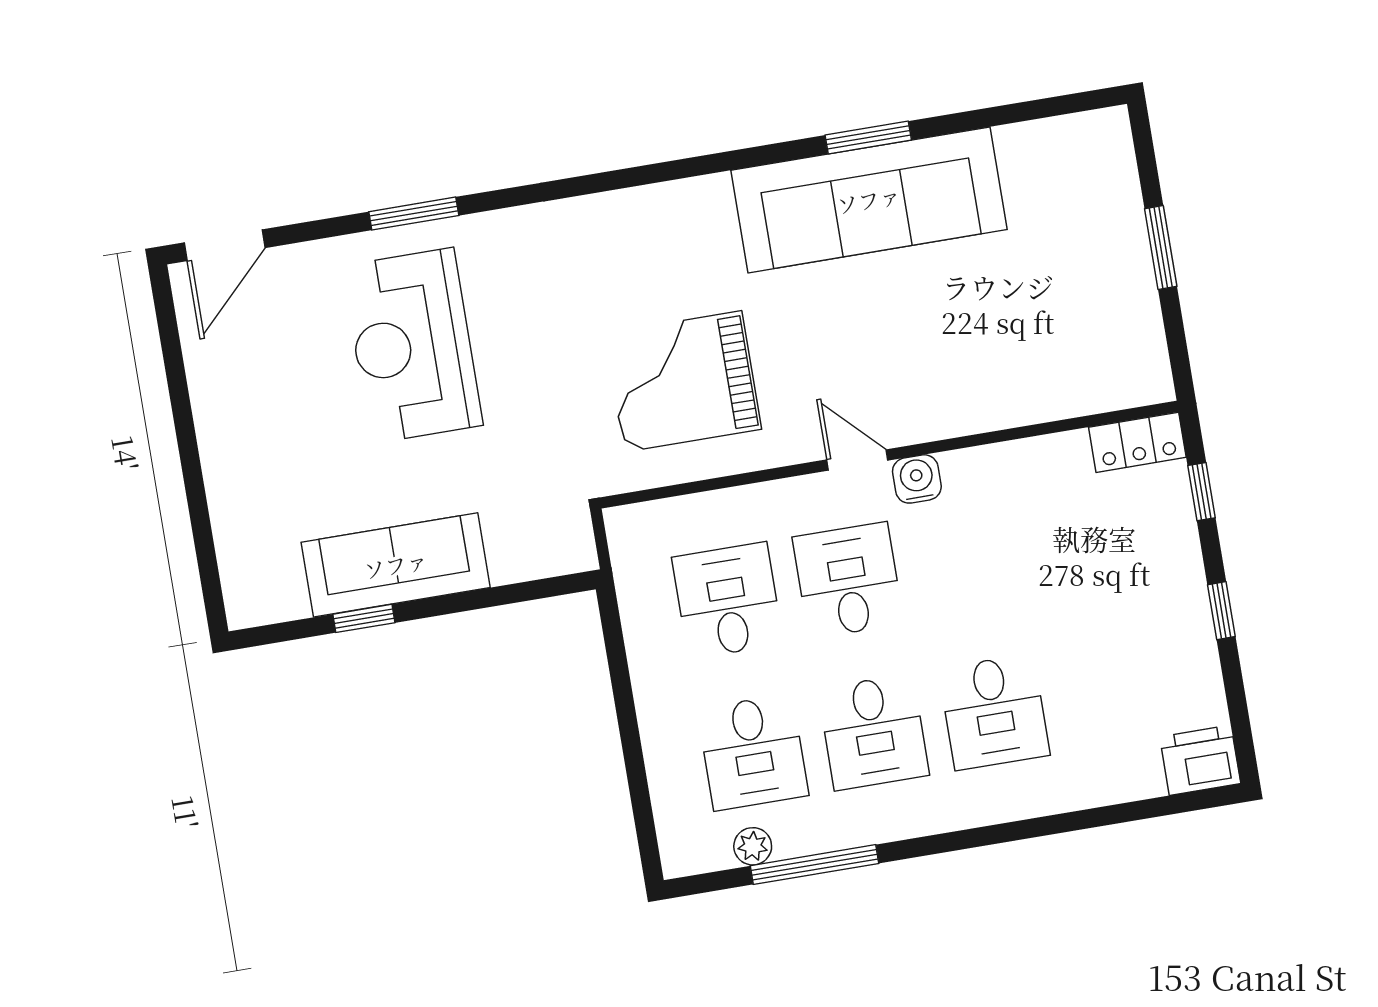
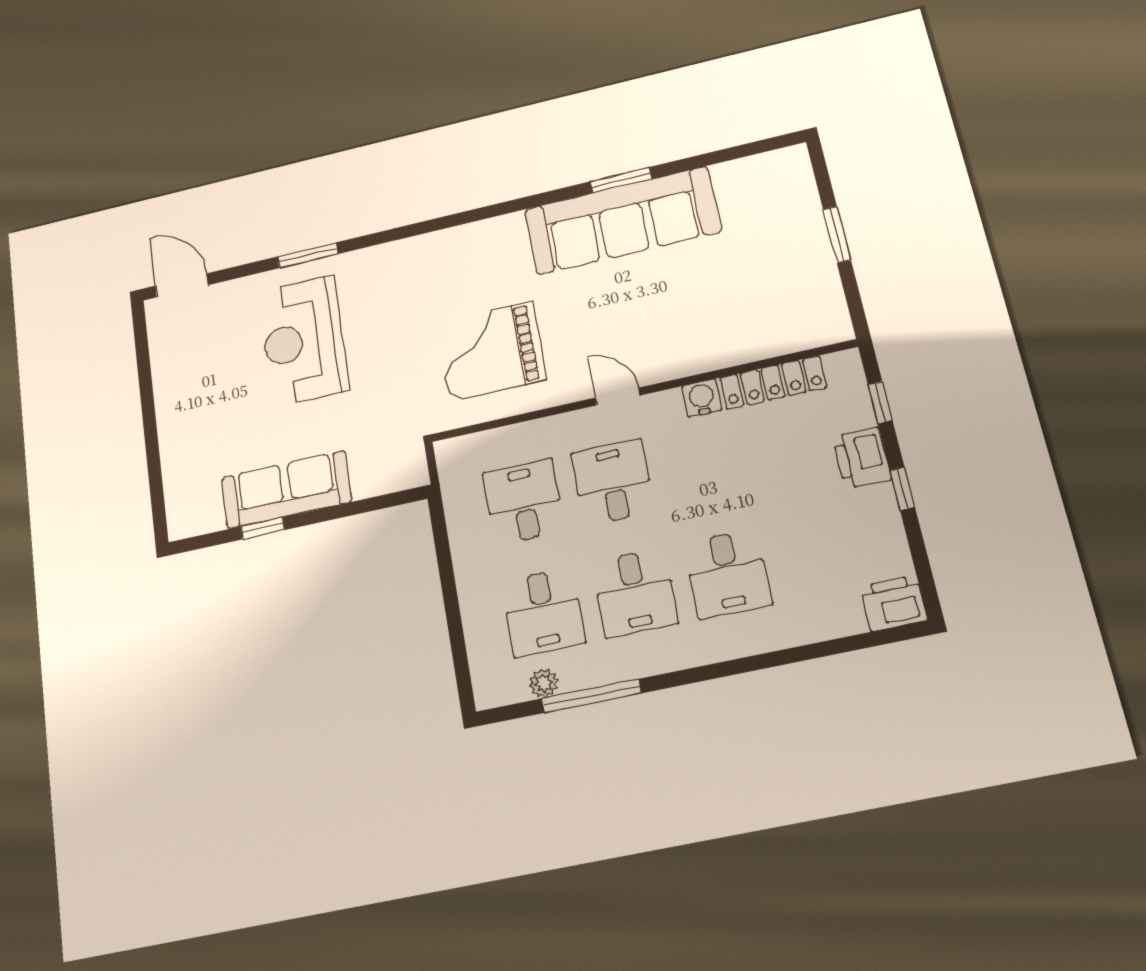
door: (225, 245) -> (182, 285), swing flipped
locker: (1137, 442) -> (773, 383), moved, width x1.53
water cooler: (917, 479) -> (702, 398), moved
printer: (1174, 566) -> (862, 458), added

